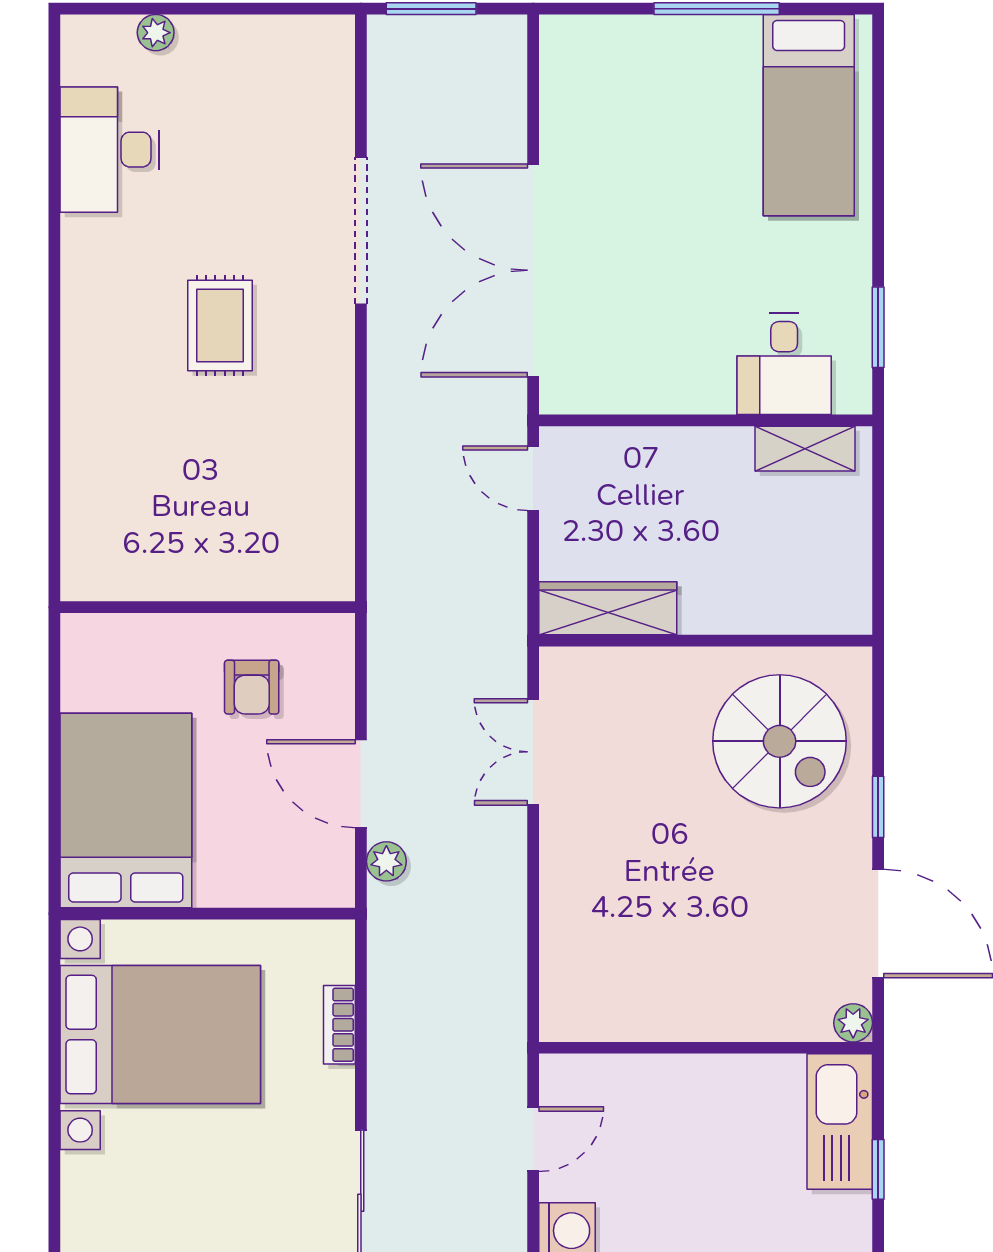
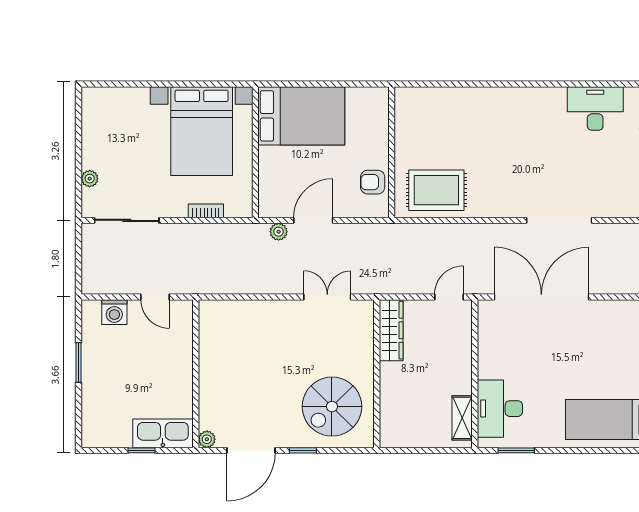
rug: (220, 325) -> (436, 190), moved, width x1.36, depth x1.43
desk: (784, 364) -> (500, 409), width x1.37
armchair: (252, 687) -> (373, 182), moved

